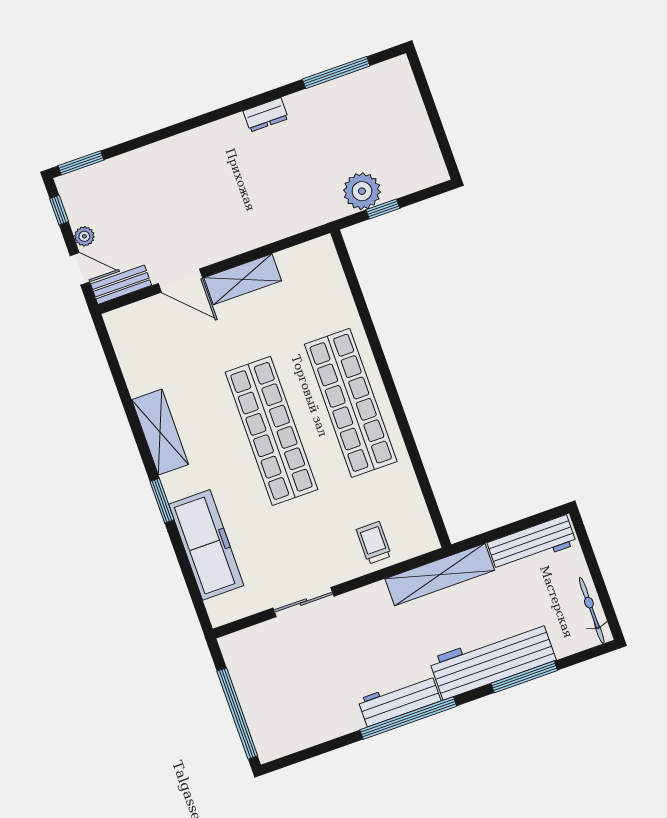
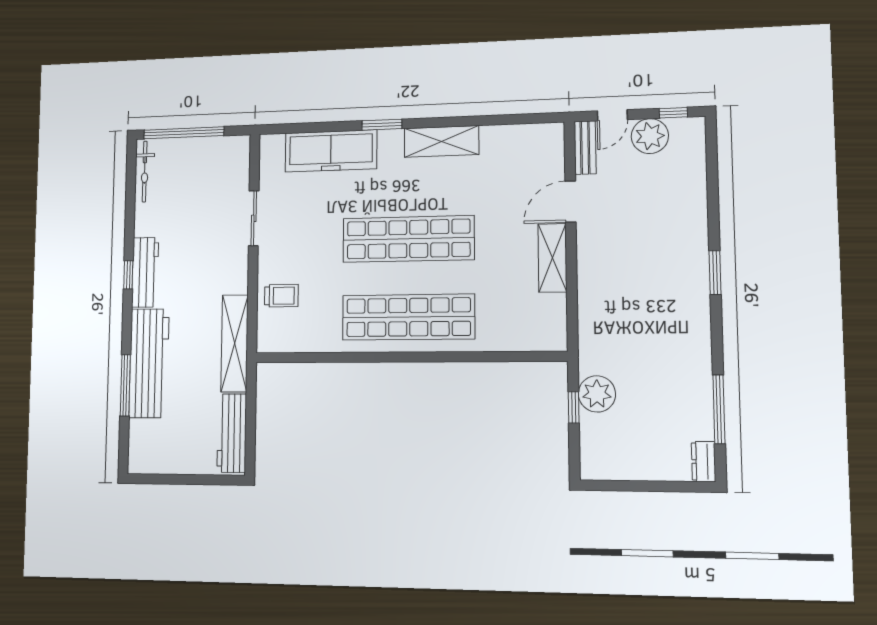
dresser: (266, 115) -> (704, 462), moved
window: (81, 163) -> (715, 273), moved
plant: (84, 236) -> (650, 136), width x1.87, depth x1.87
bicycle: (592, 610) -> (145, 172), moved, turned 90
window: (408, 718) -> (128, 275), width x0.32

